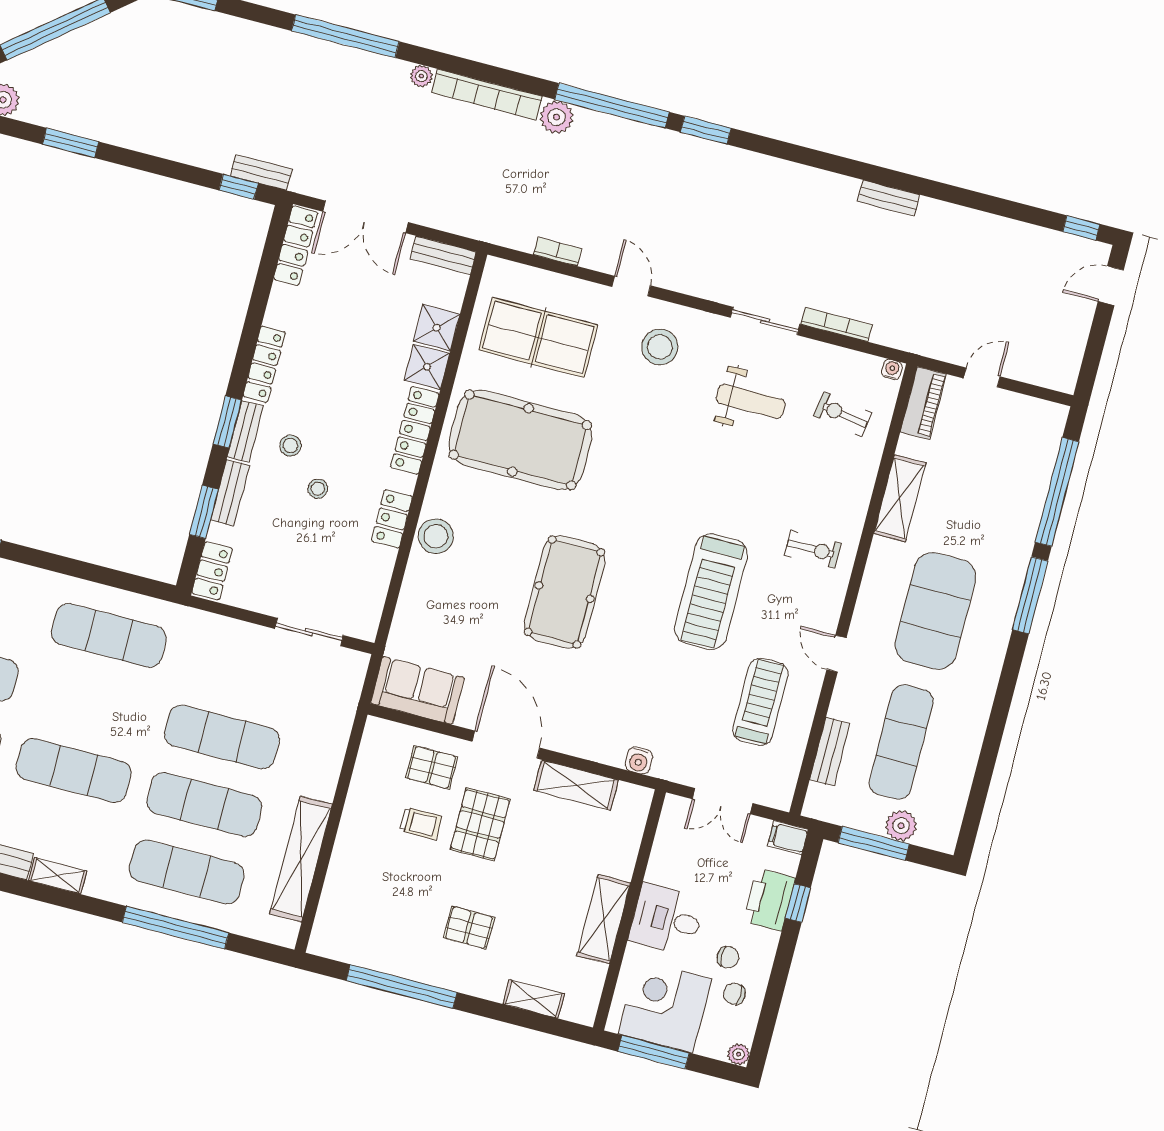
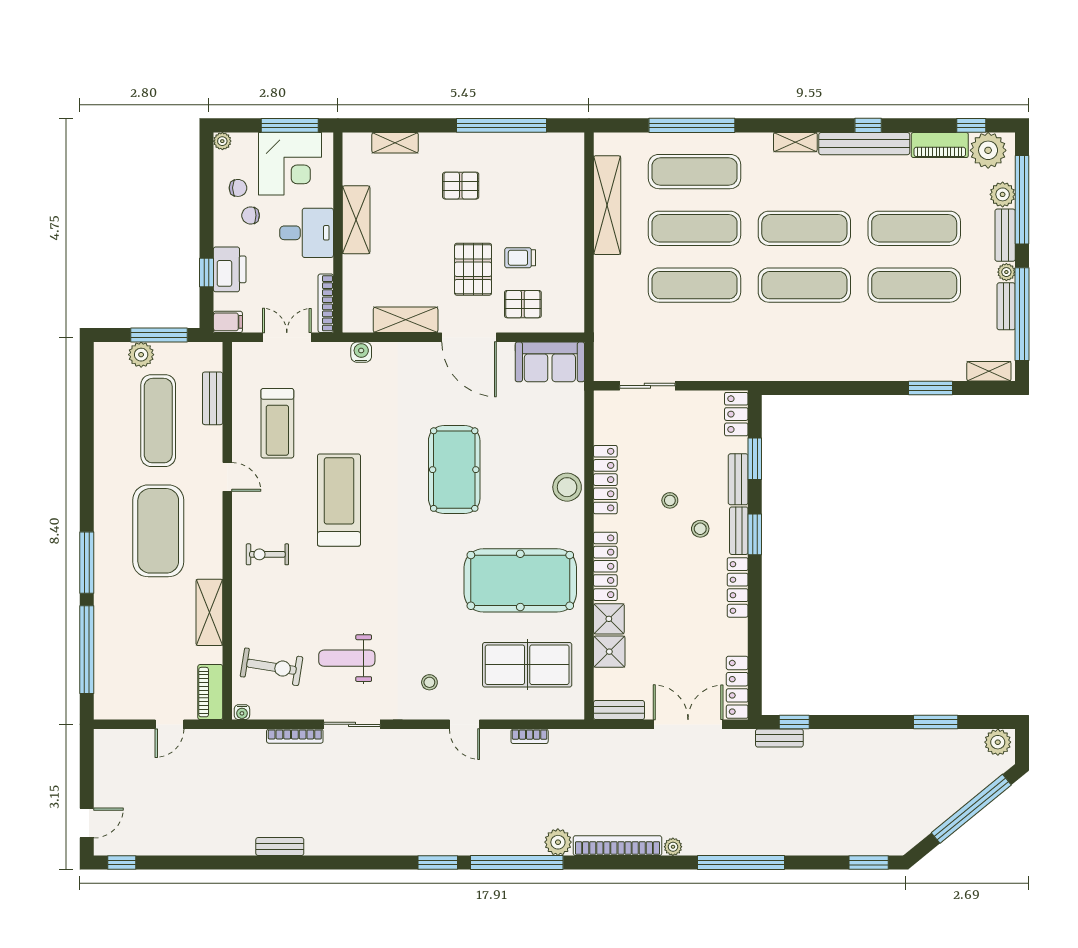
stool: (660, 347) -> (429, 682), width x0.53, depth x0.53
exercise bike: (843, 414) -> (272, 667), width x1.38, depth x1.39
locker: (392, 519) -> (605, 480), width x1.53
exercise mat: (109, 635) -> (804, 285), moved
bookcase: (666, 829) -> (326, 303), added

